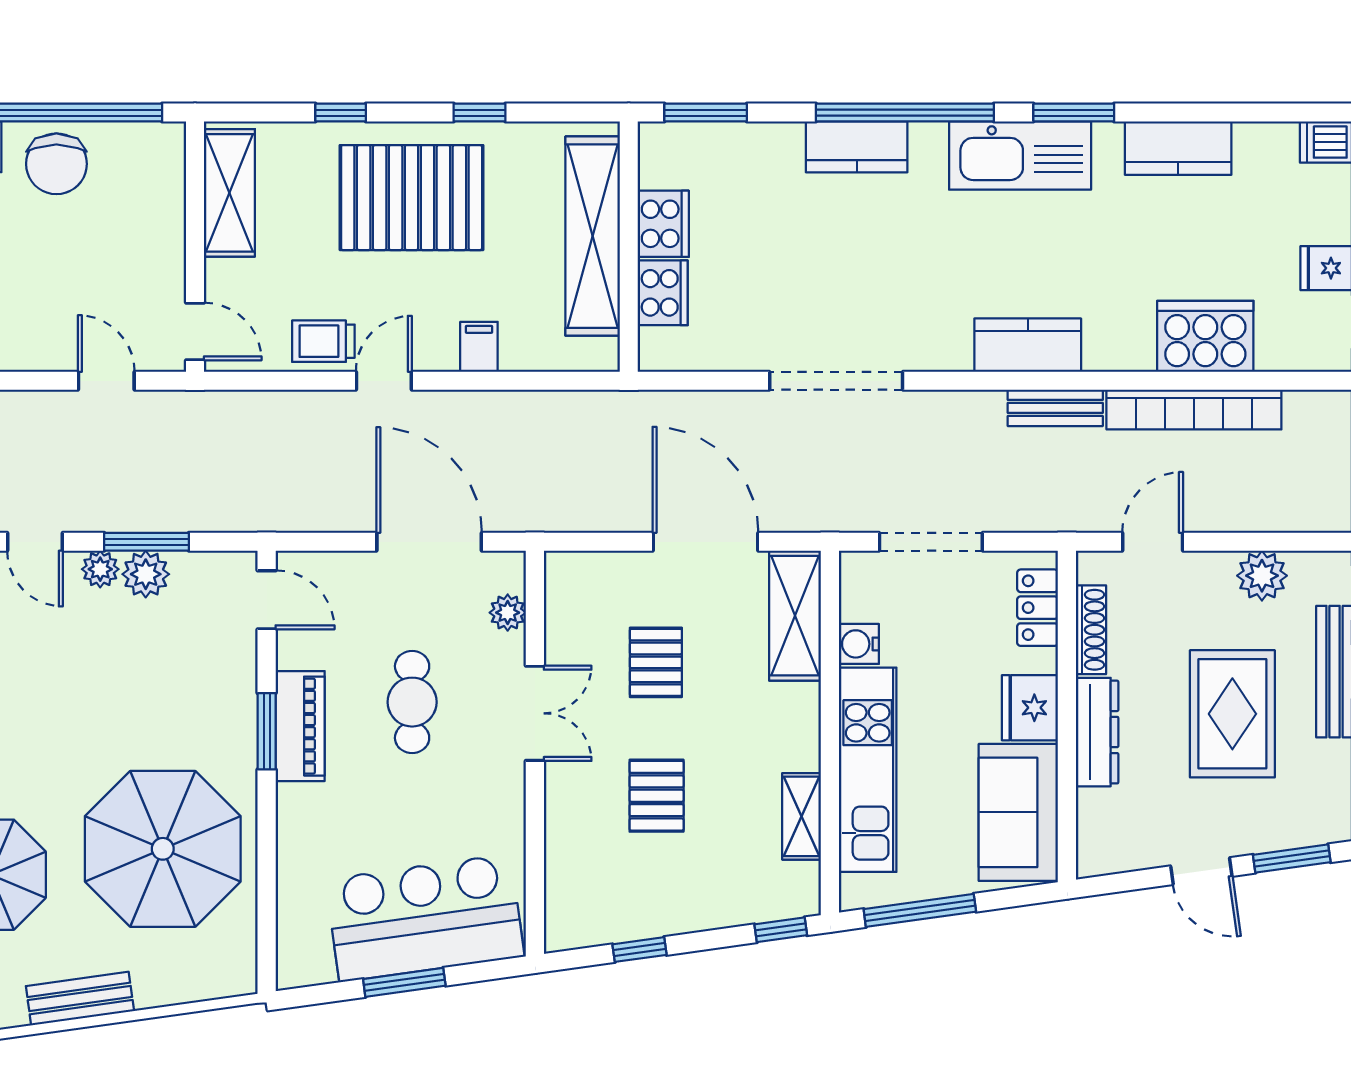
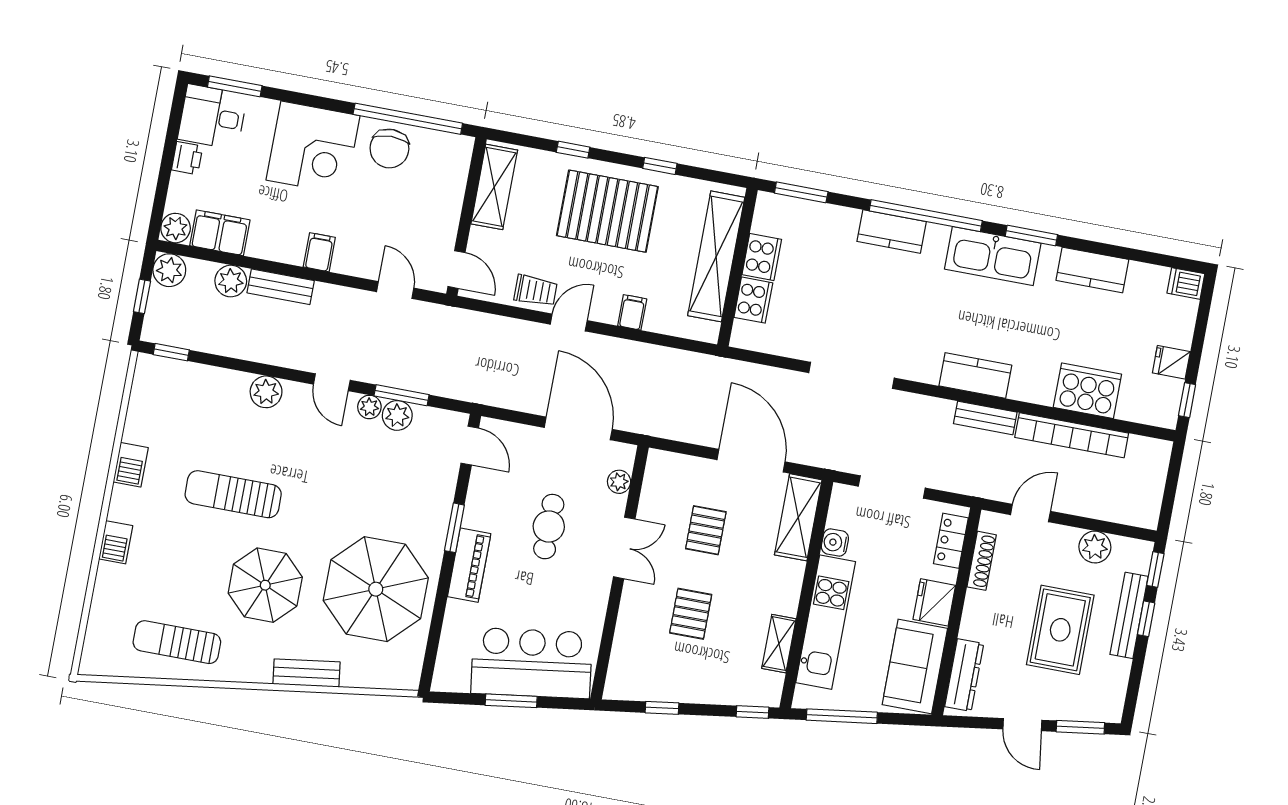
trolley: (323, 341) -> (536, 291), turned 180
piano: (300, 726) -> (469, 565), moved
dresser: (1097, 732) -> (964, 675), moved

